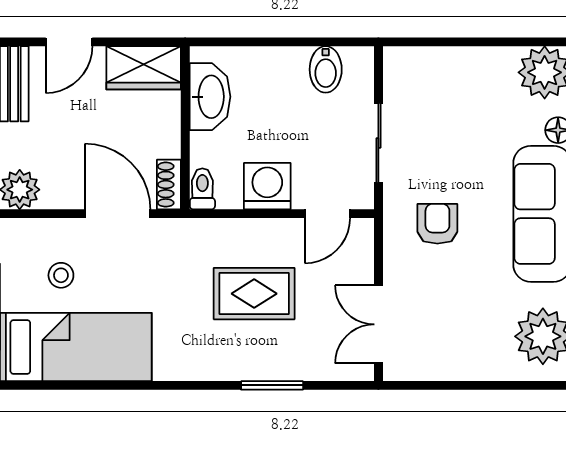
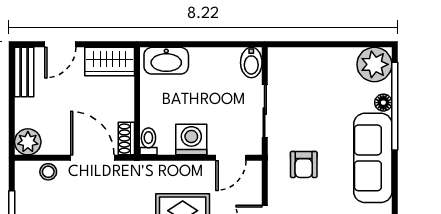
bidet: (326, 69) -> (251, 63), moved
washbasin: (210, 97) -> (166, 61), moved, turned 90
armchair: (437, 224) -> (304, 164), turned 180
stool: (61, 275) -> (48, 172), moved

